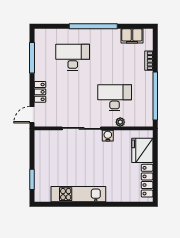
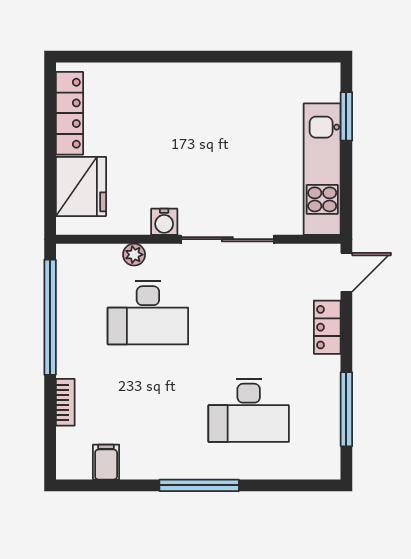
window: (93, 26) -> (199, 485), width x0.68
filing cabinet: (132, 36) -> (106, 462), width x0.50
kitchen unit: (78, 194) -> (322, 169), moved, turned 90

